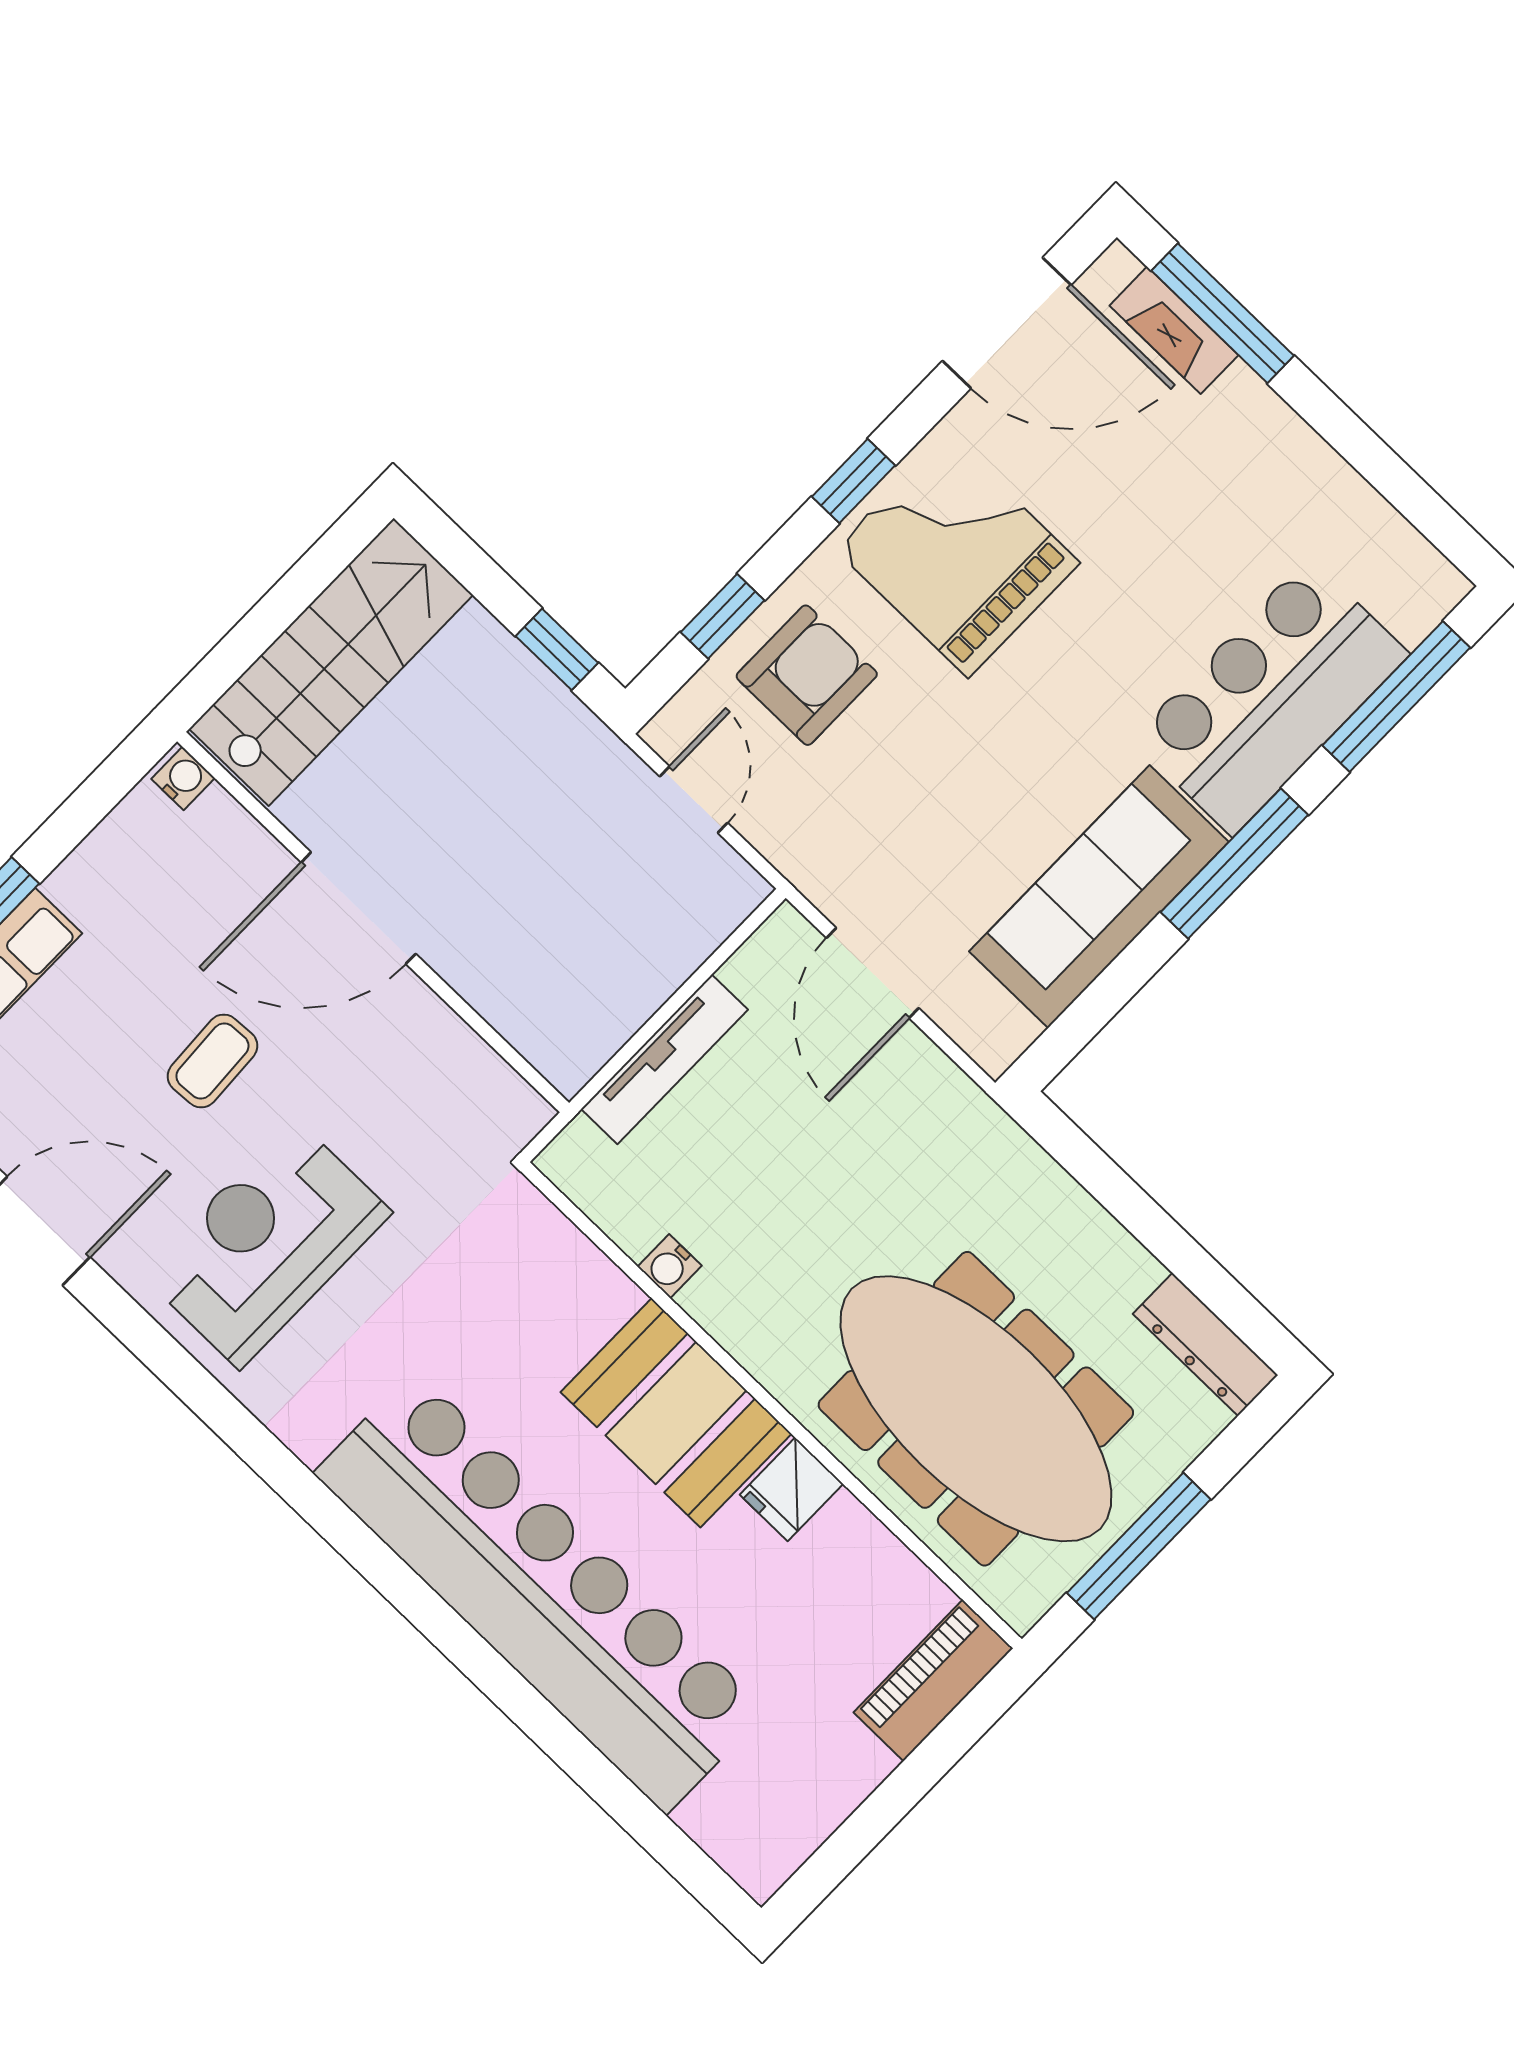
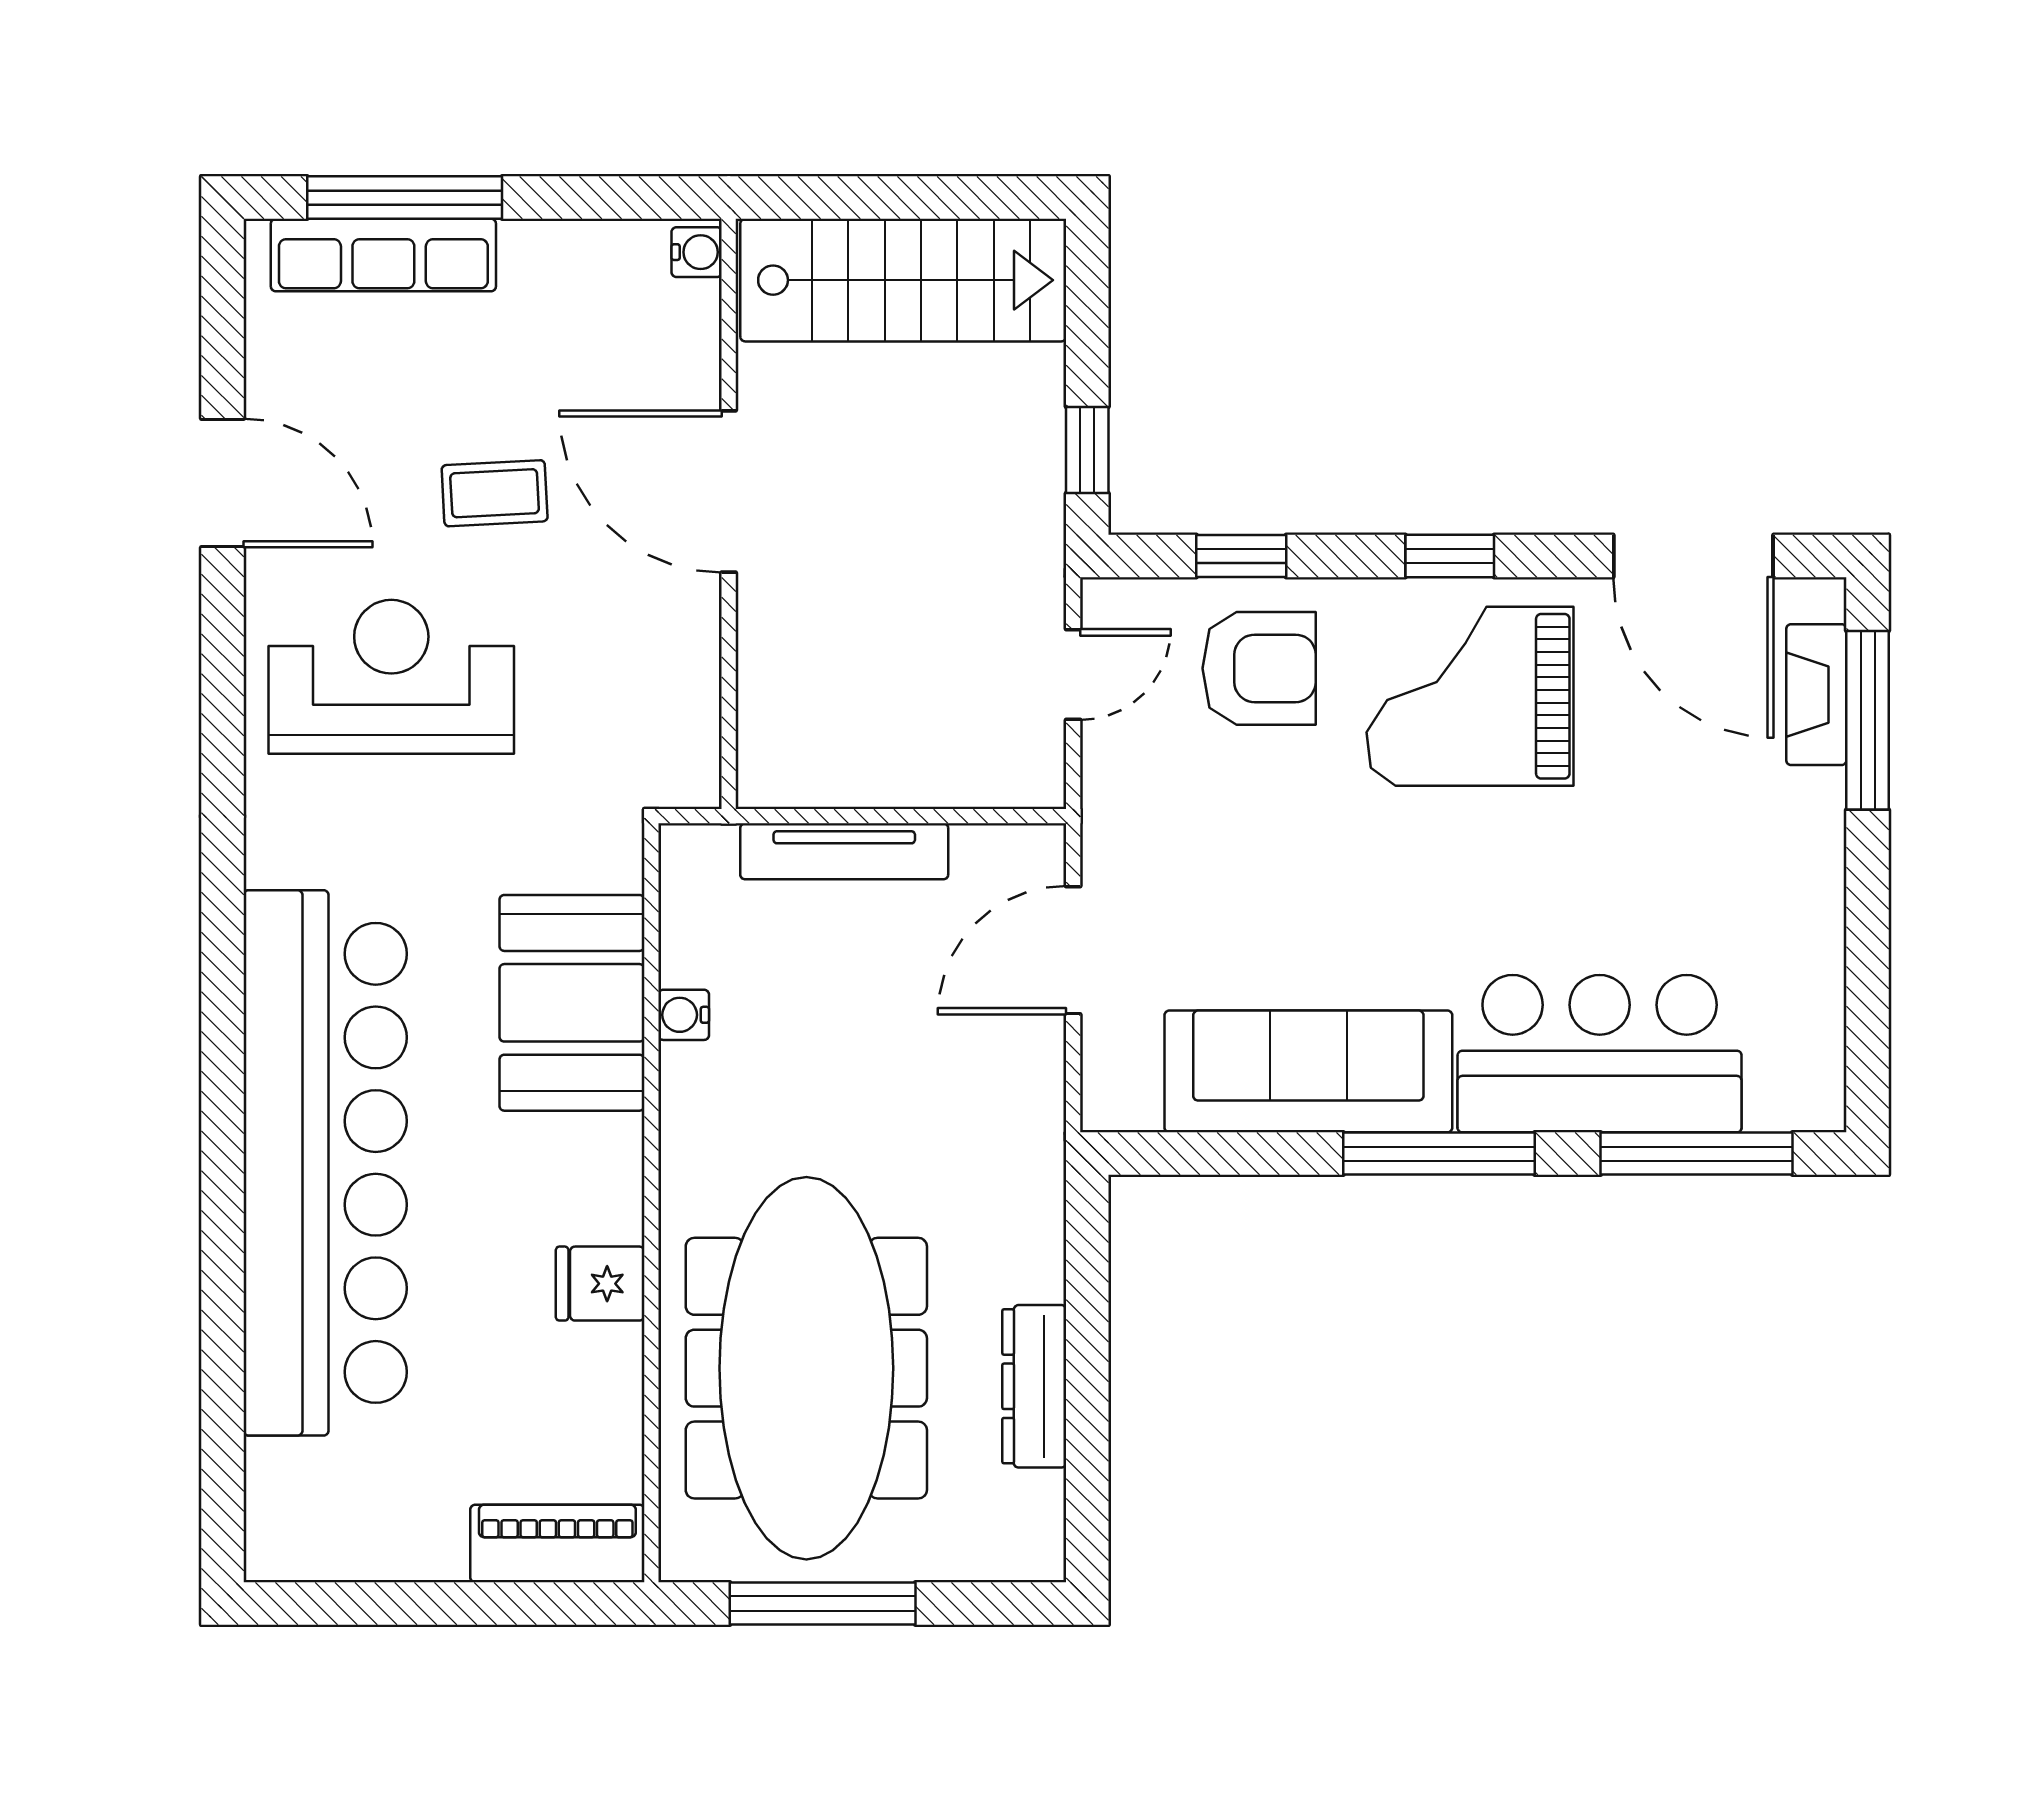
grand piano: (957, 556) -> (1470, 696), turned -90
dresser: (1205, 1344) -> (1034, 1386), moved
booth: (676, 1413) -> (572, 1003), moved

